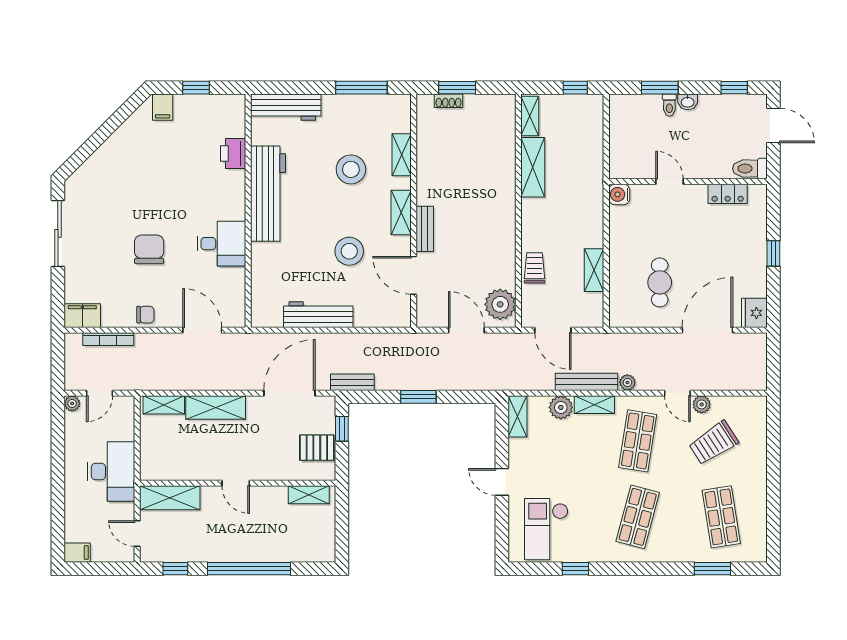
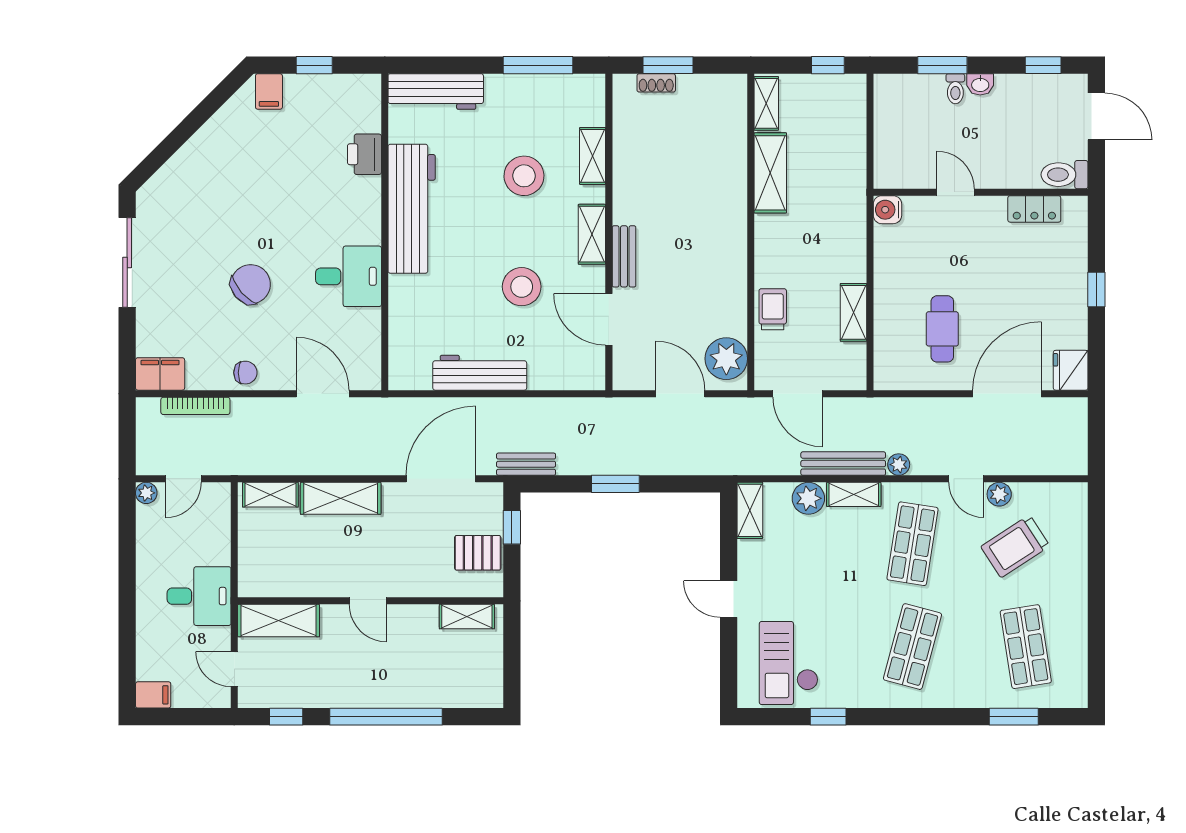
chair: (149, 249) -> (251, 284), turned 49
desk: (111, 471) -> (199, 596), width x0.73

